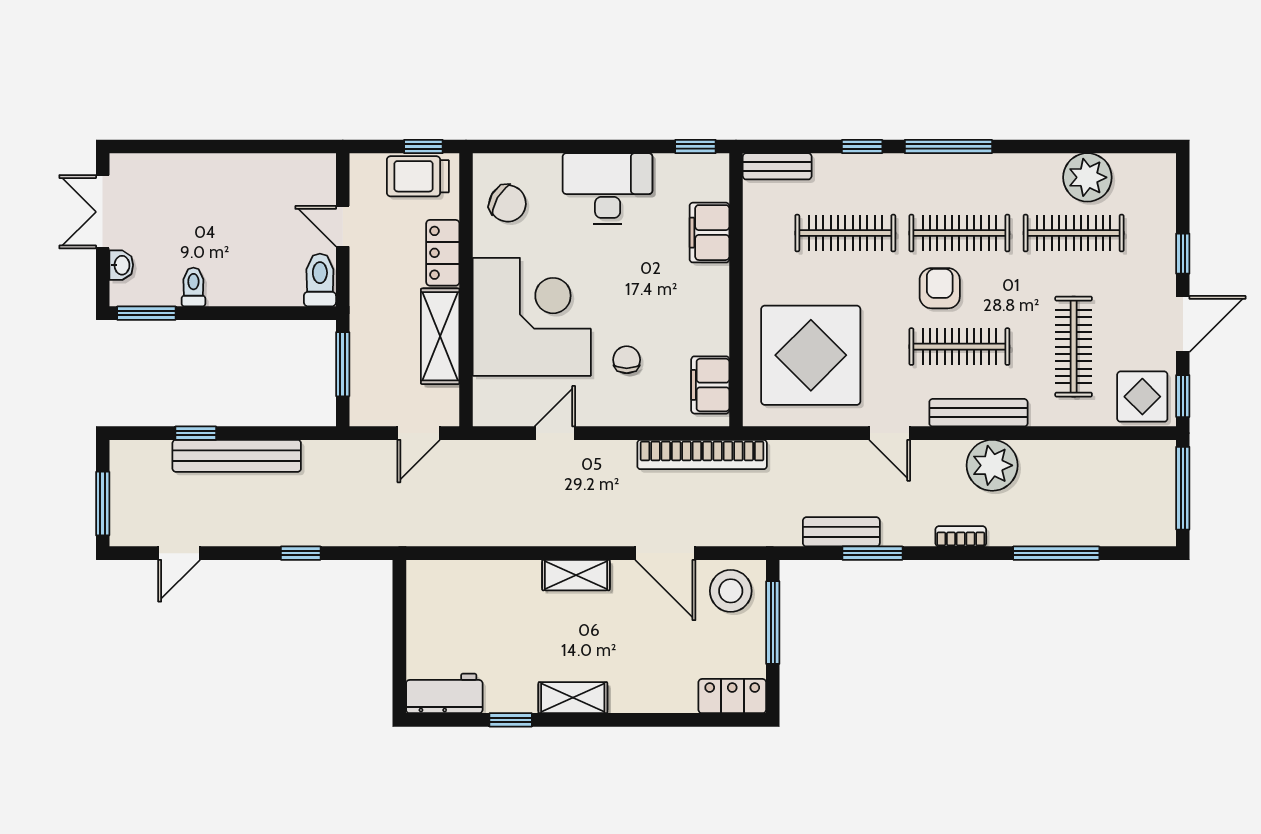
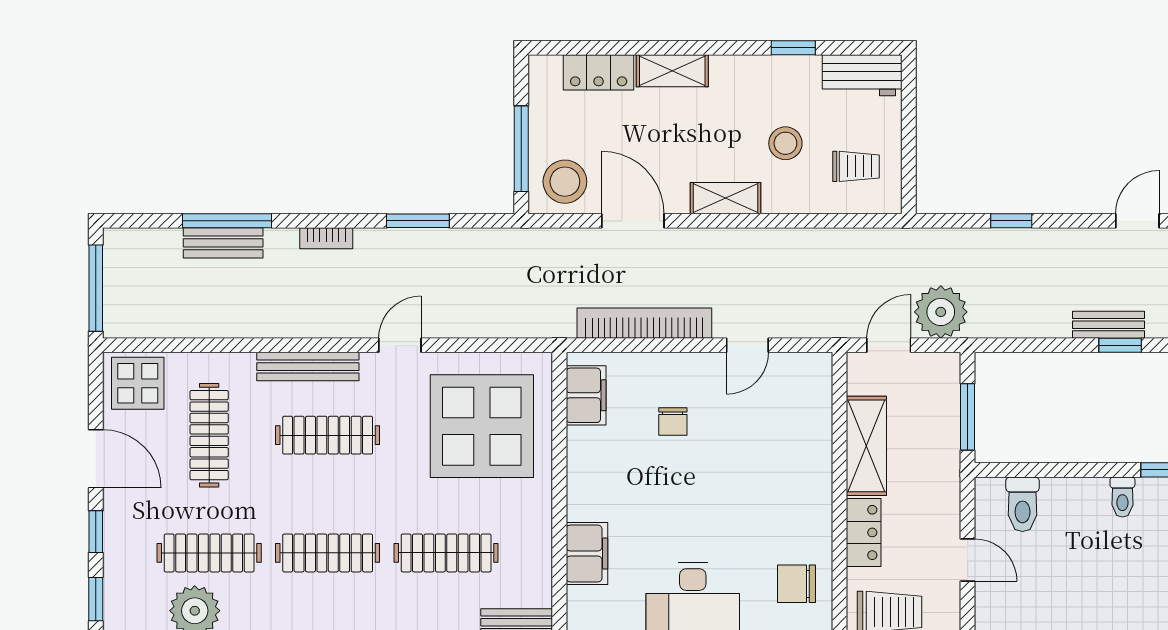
chair: (508, 203) -> (796, 584), turned -30
toilet: (320, 280) -> (1023, 504), moved
armchair: (940, 288) -> (348, 496), removed
corner desk: (532, 317) -> (771, 466), removed
door: (1183, 324) -> (96, 459), swing flipped
window: (1183, 396) -> (96, 599), moved
door: (890, 433) -> (400, 345), hinge flipped
bookcase: (702, 455) -> (644, 323), moved
bench: (237, 456) -> (1108, 325), width x0.54, depth x0.82
plant: (992, 465) -> (941, 312), moved
bench: (841, 532) -> (223, 243), moved
trolley: (450, 606) -> (856, 166), added
stool: (518, 628) -> (785, 143), added
locker: (732, 696) -> (599, 72), moved
shelving: (573, 698) -> (672, 71), moved

